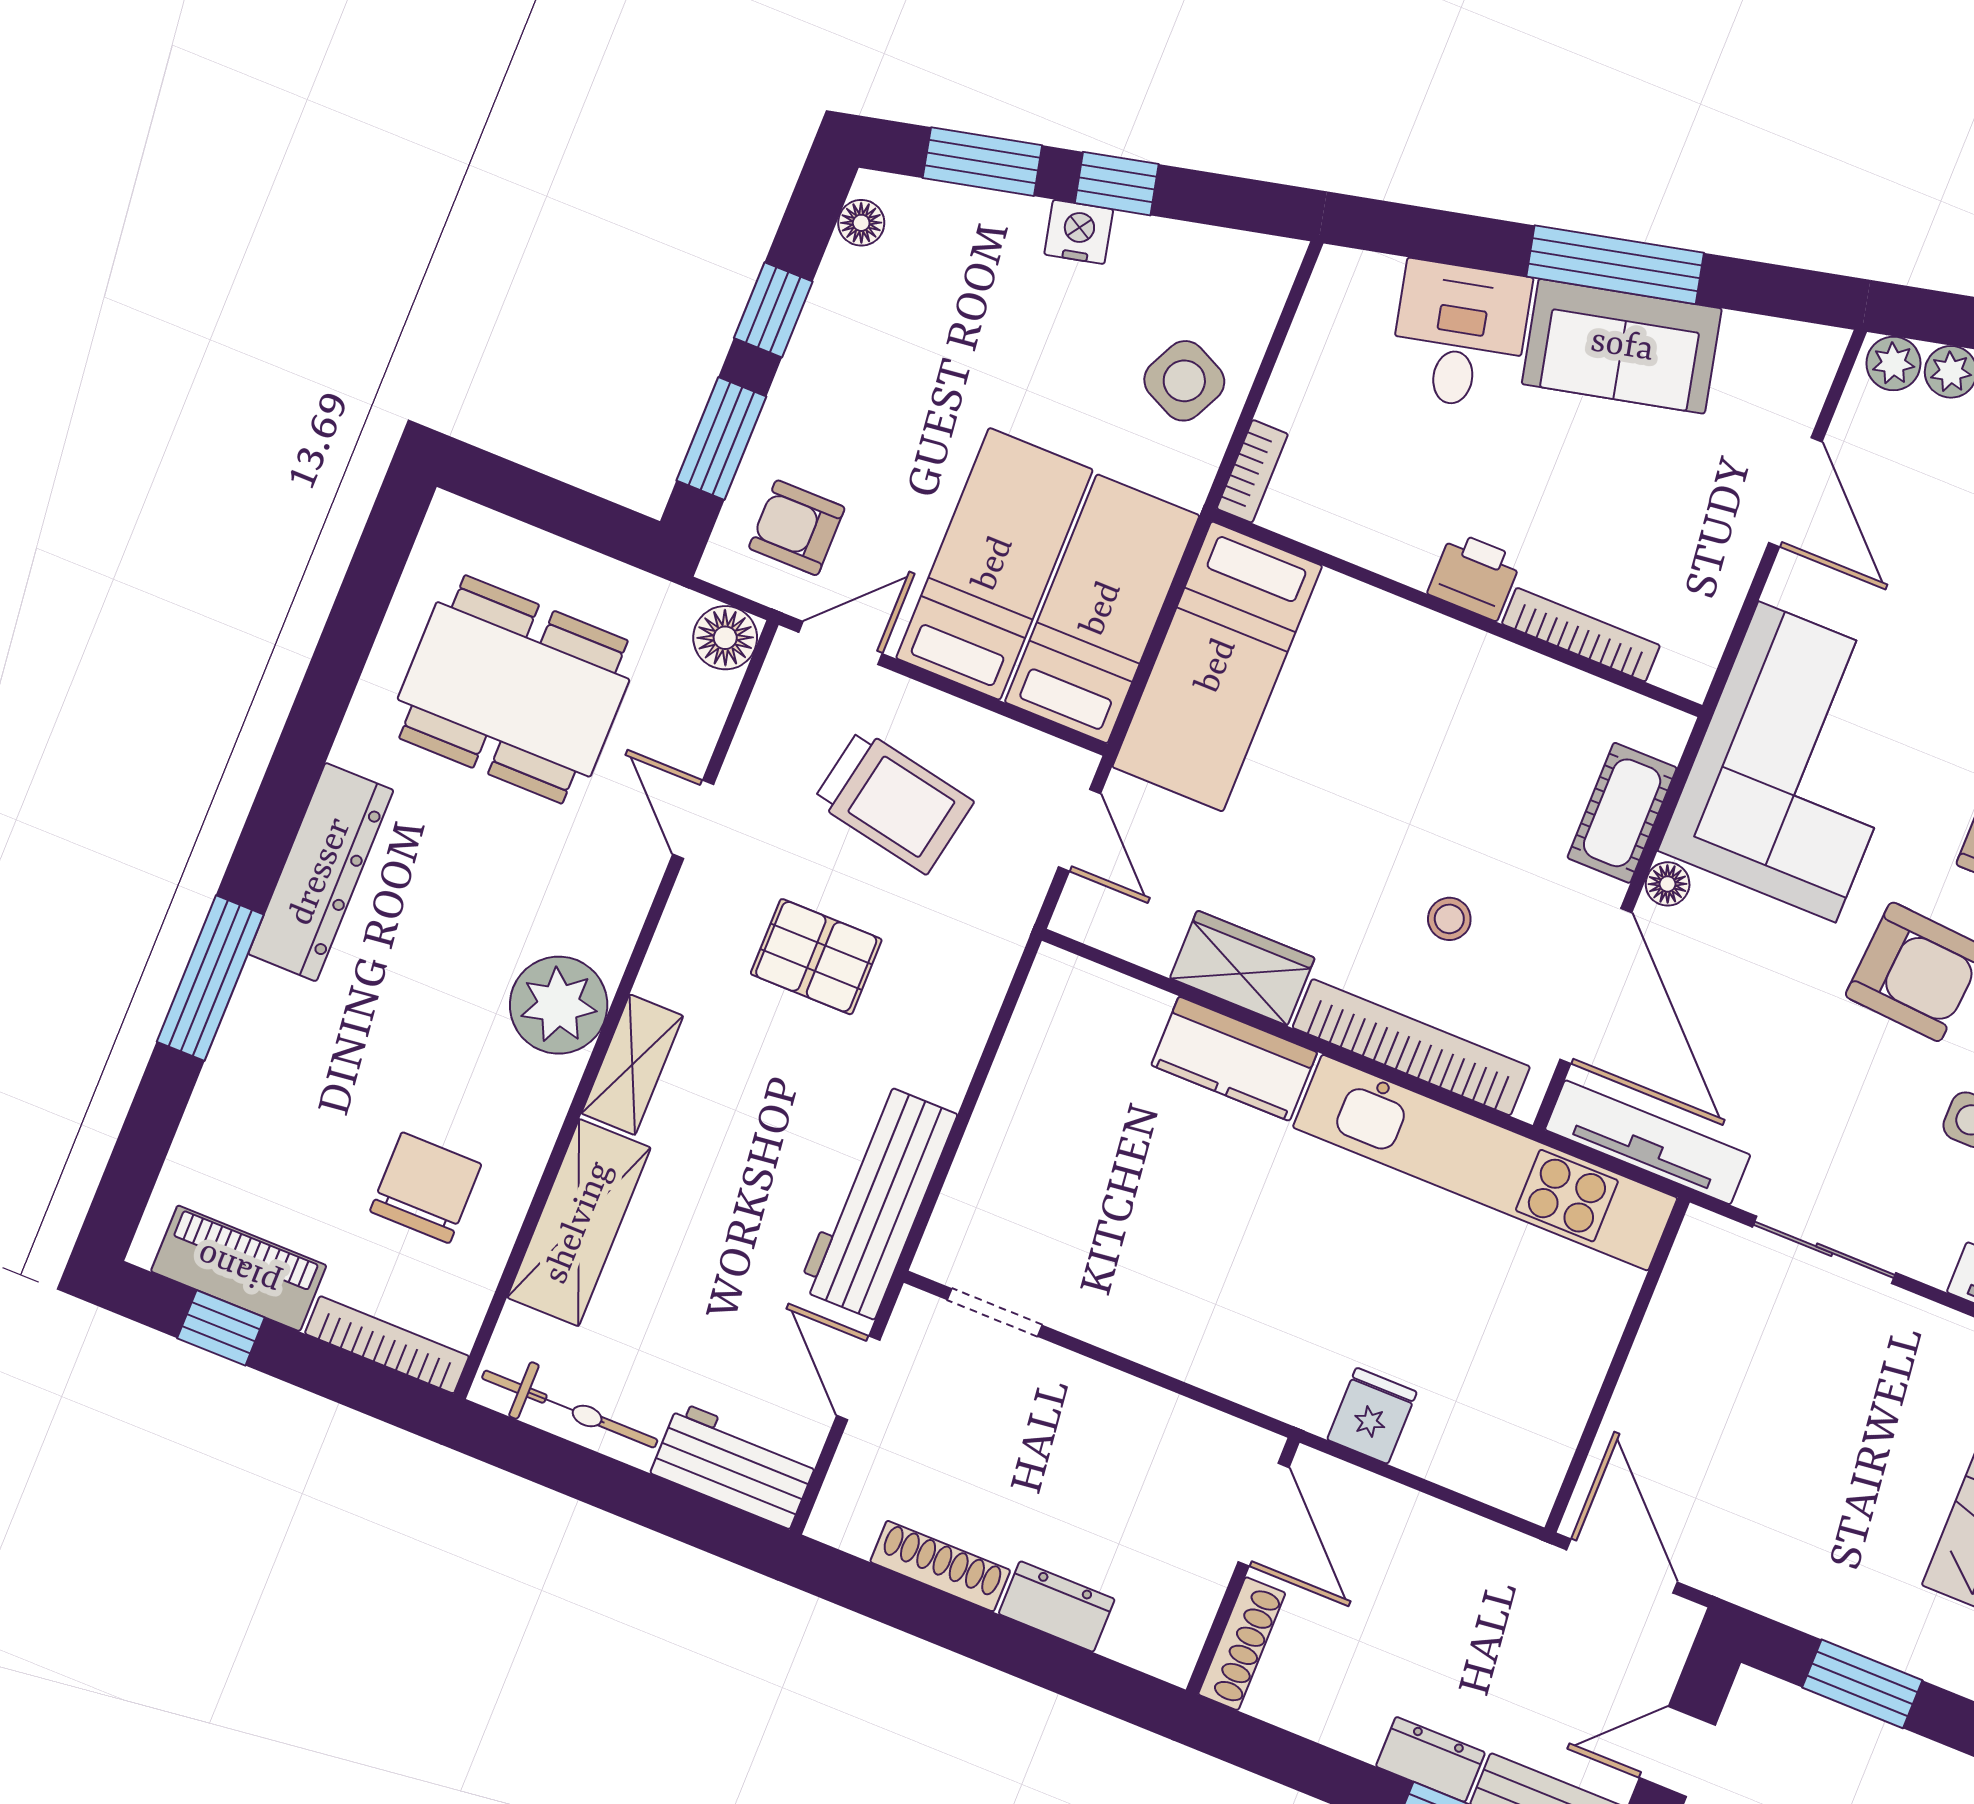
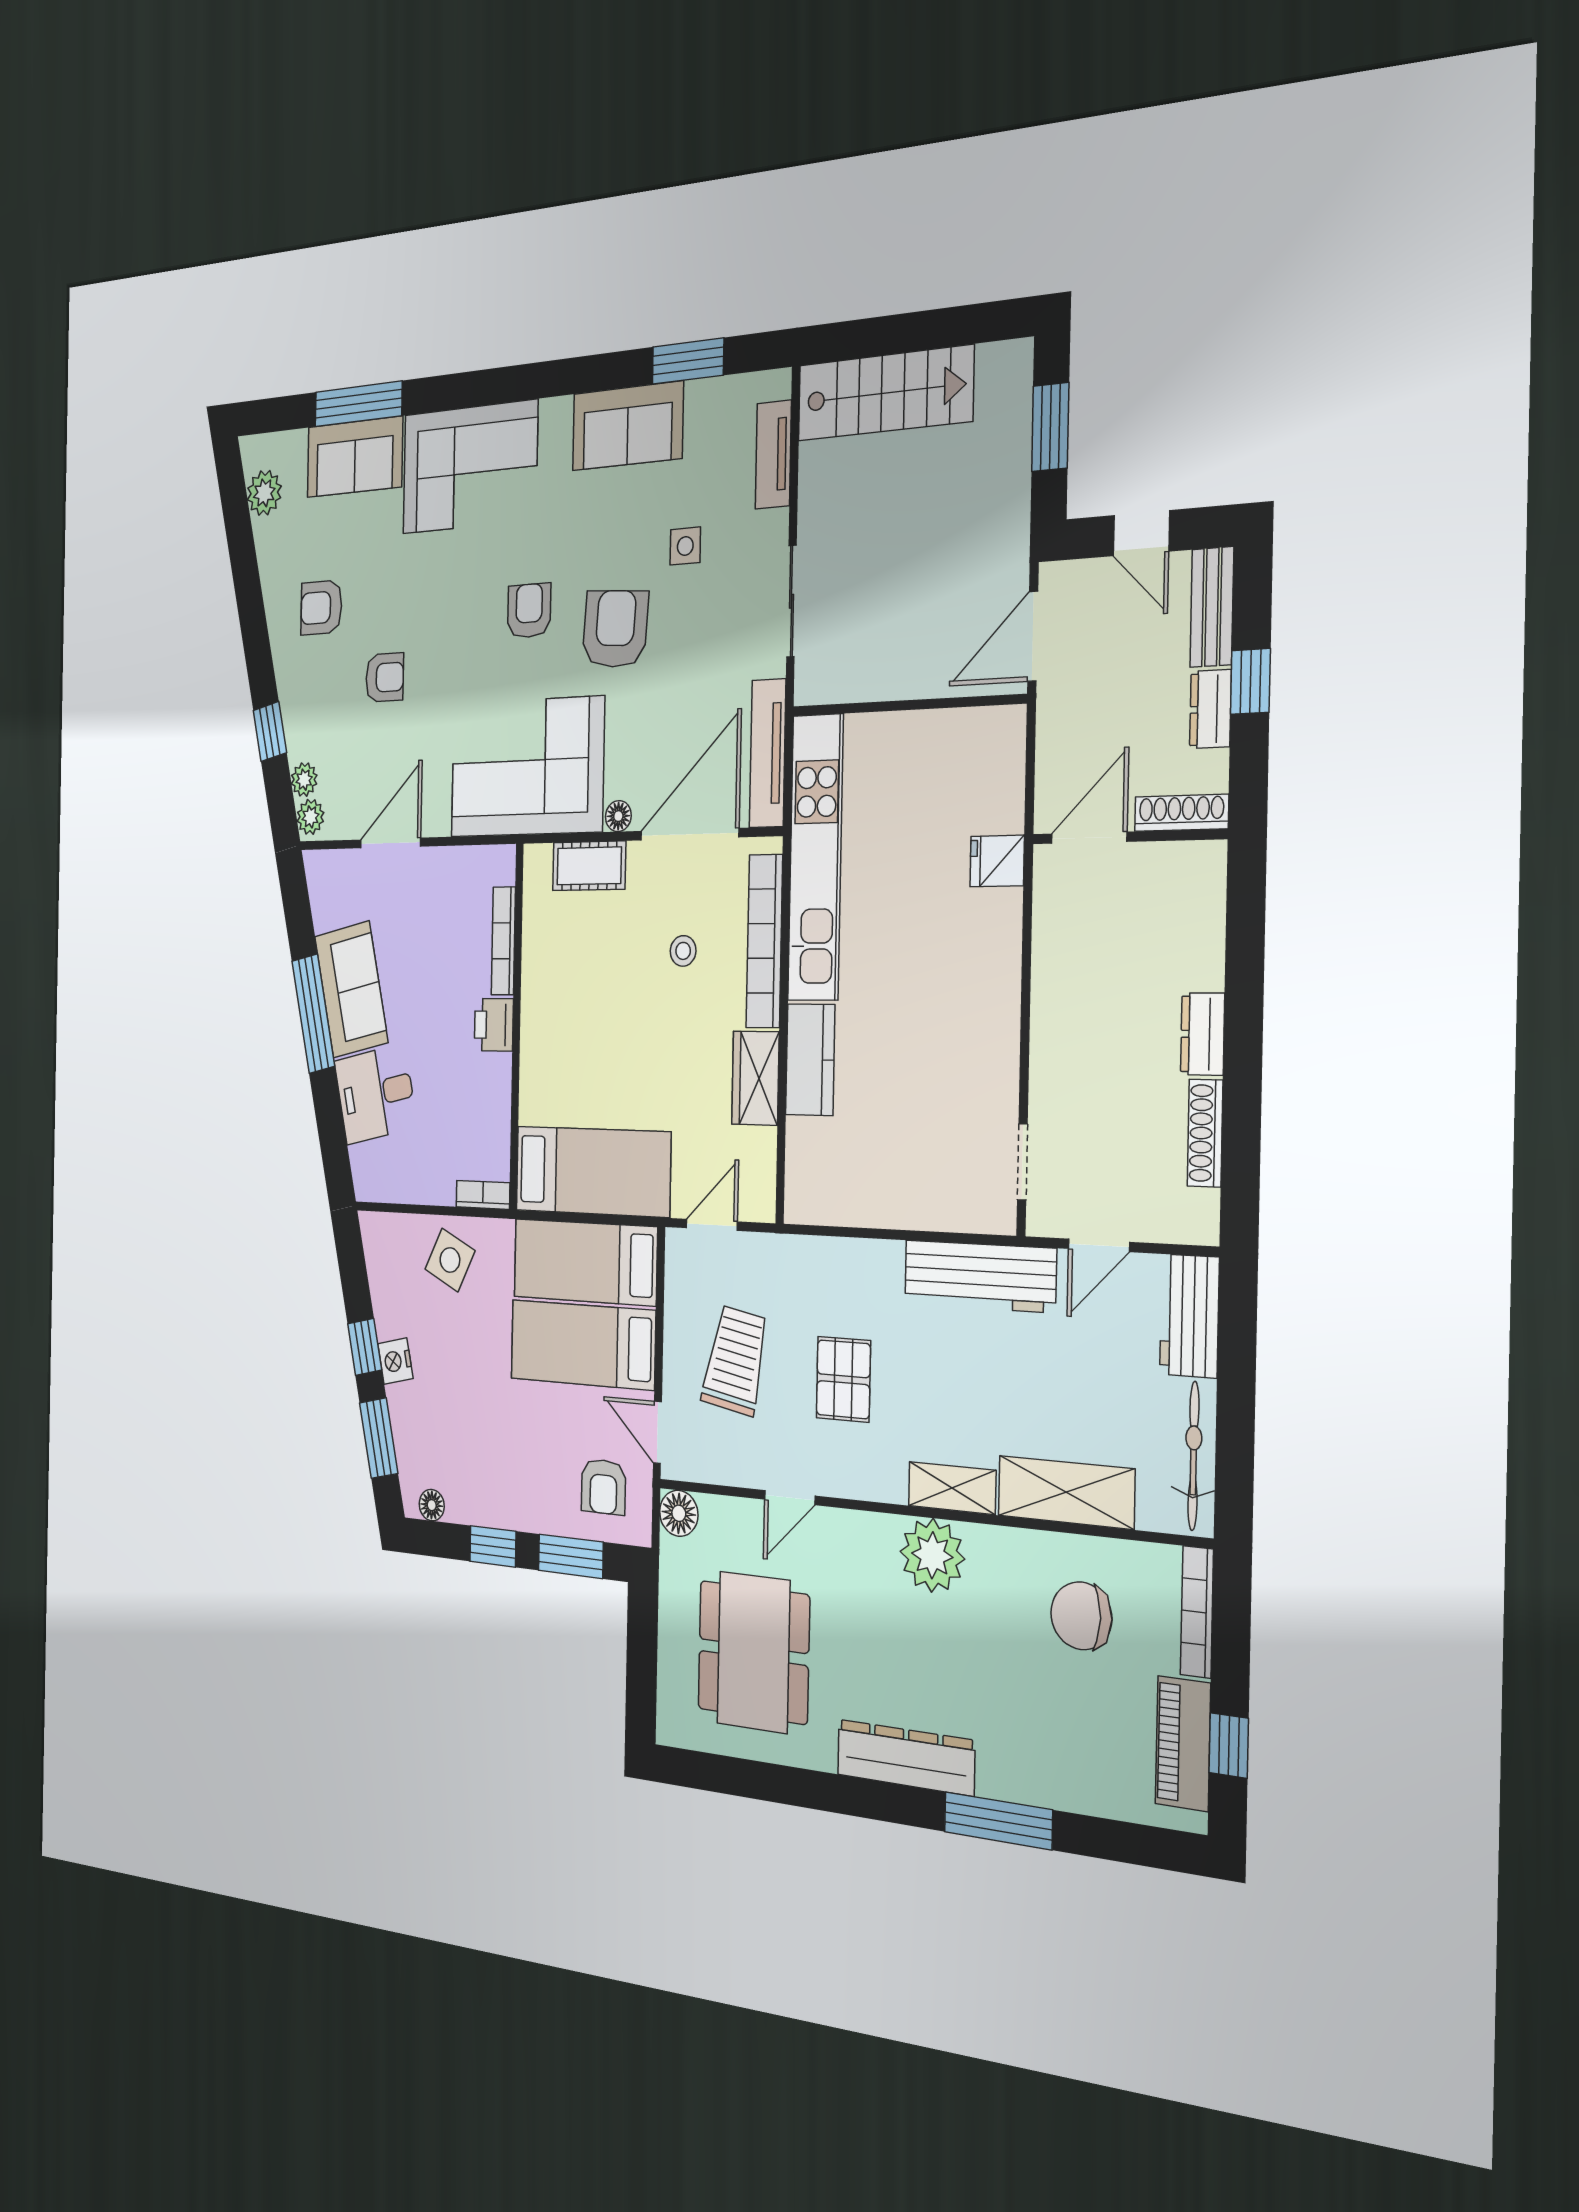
door: (1264, 1515) -> (1089, 838), moved
wall: (1243, 1566) -> (1129, 837), moved
shoe rack: (1242, 1644) -> (1181, 813), moved

